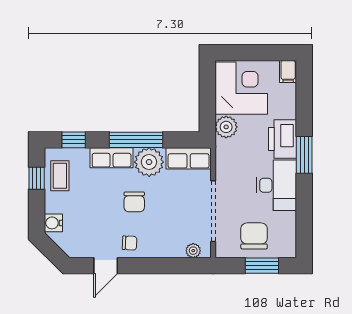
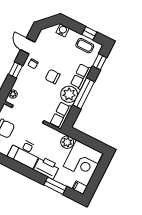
window: (304, 155) -> (55, 186), moved
window: (153, 266) -> (15, 70), added

